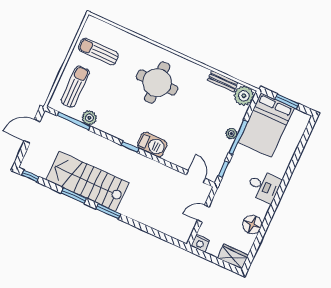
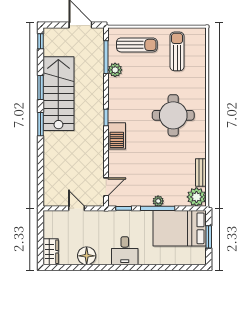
nightstand: (200, 243) -> (49, 218), removed

